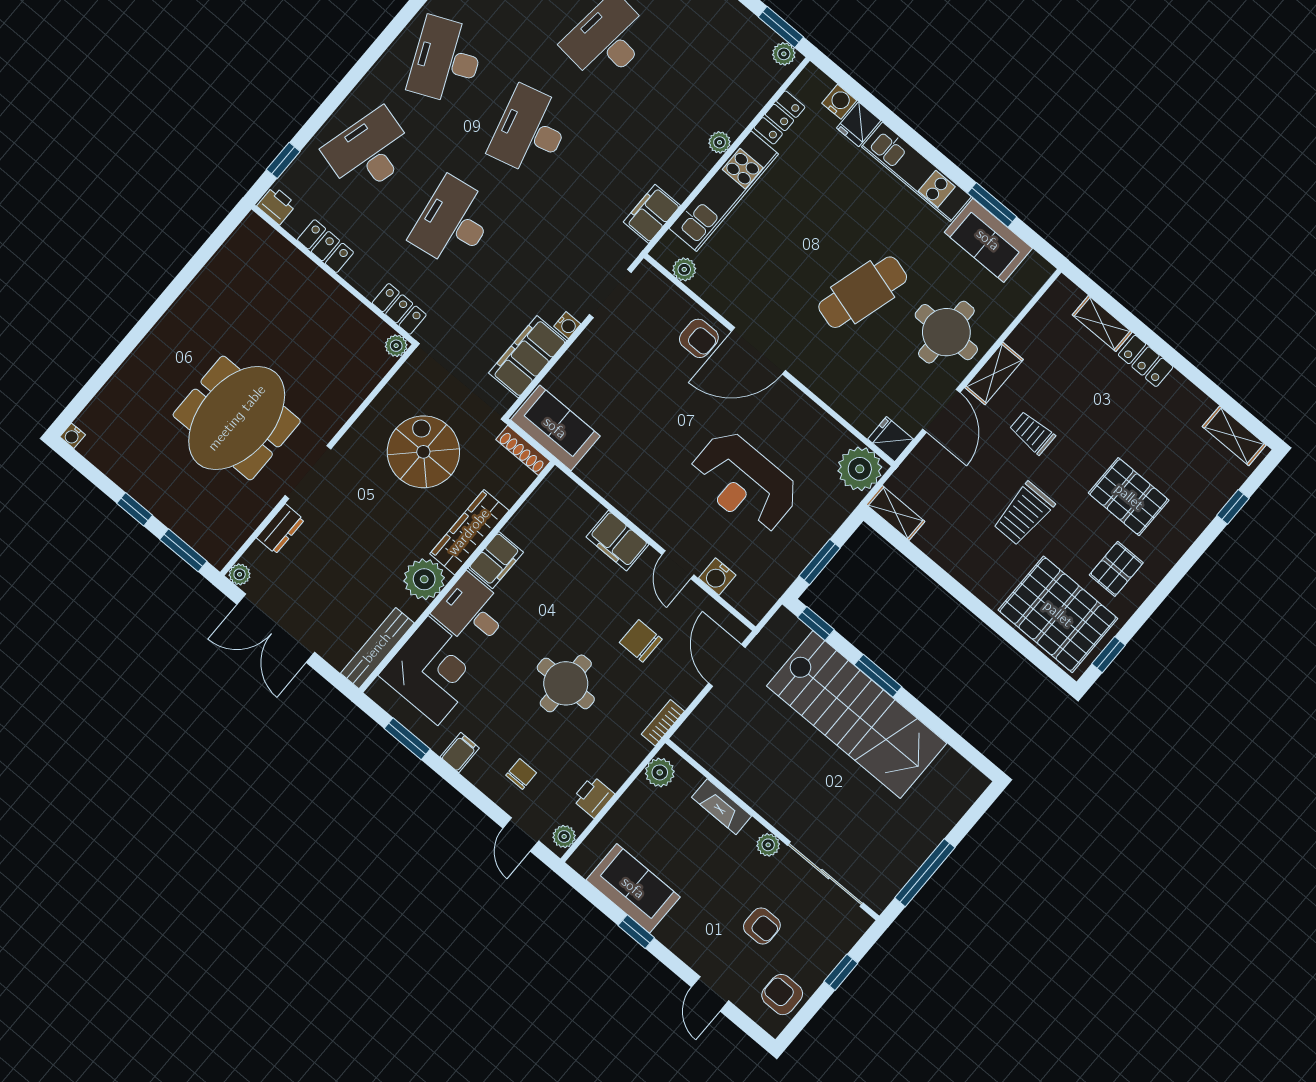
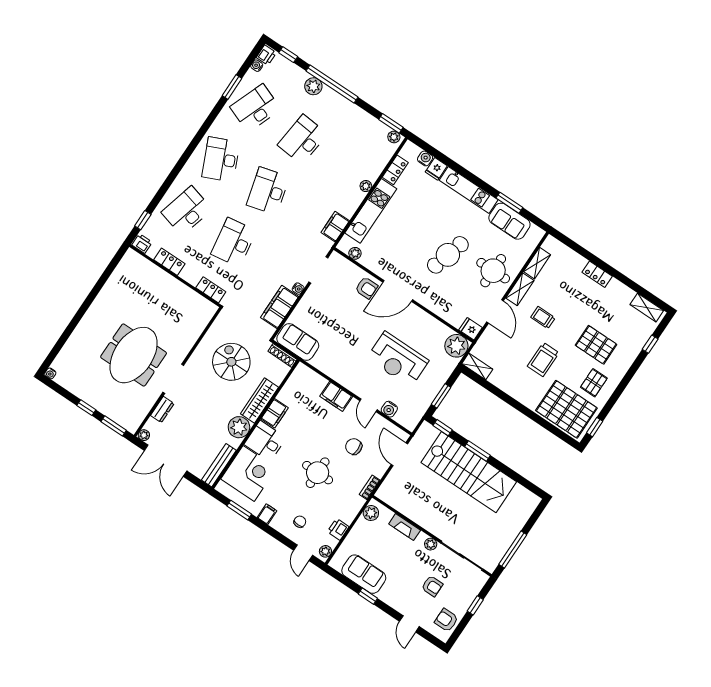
shelving: (1102, 324) -> (537, 263), moved, turned 90
plant: (396, 346) -> (211, 309), removed

